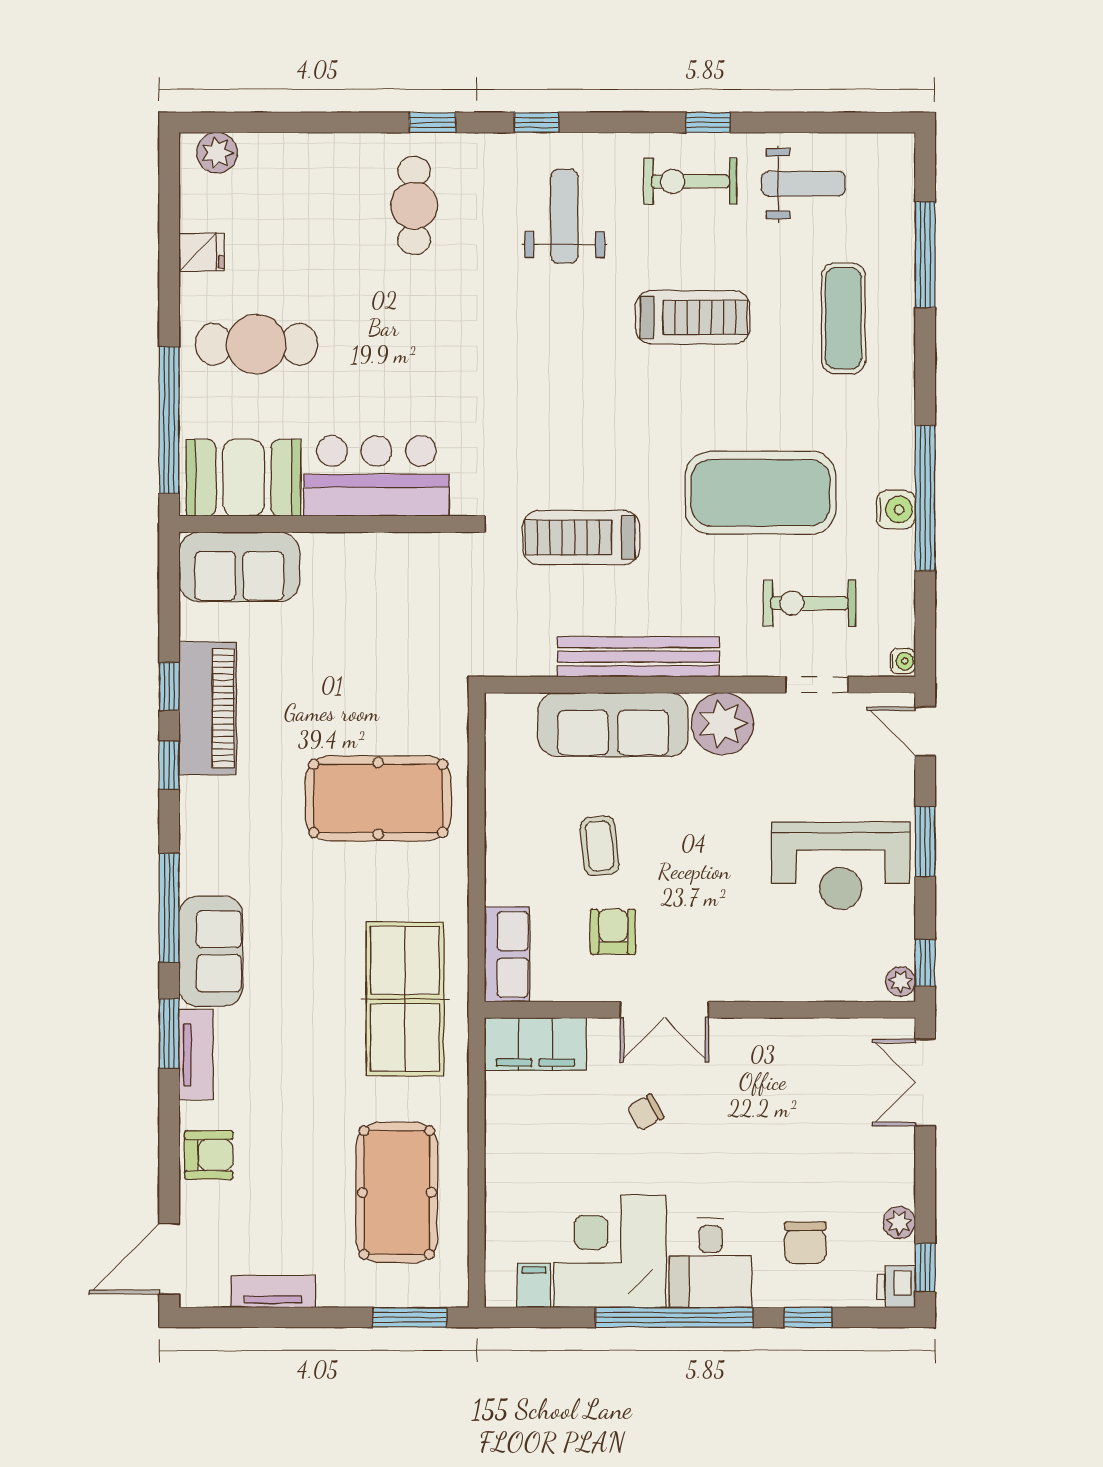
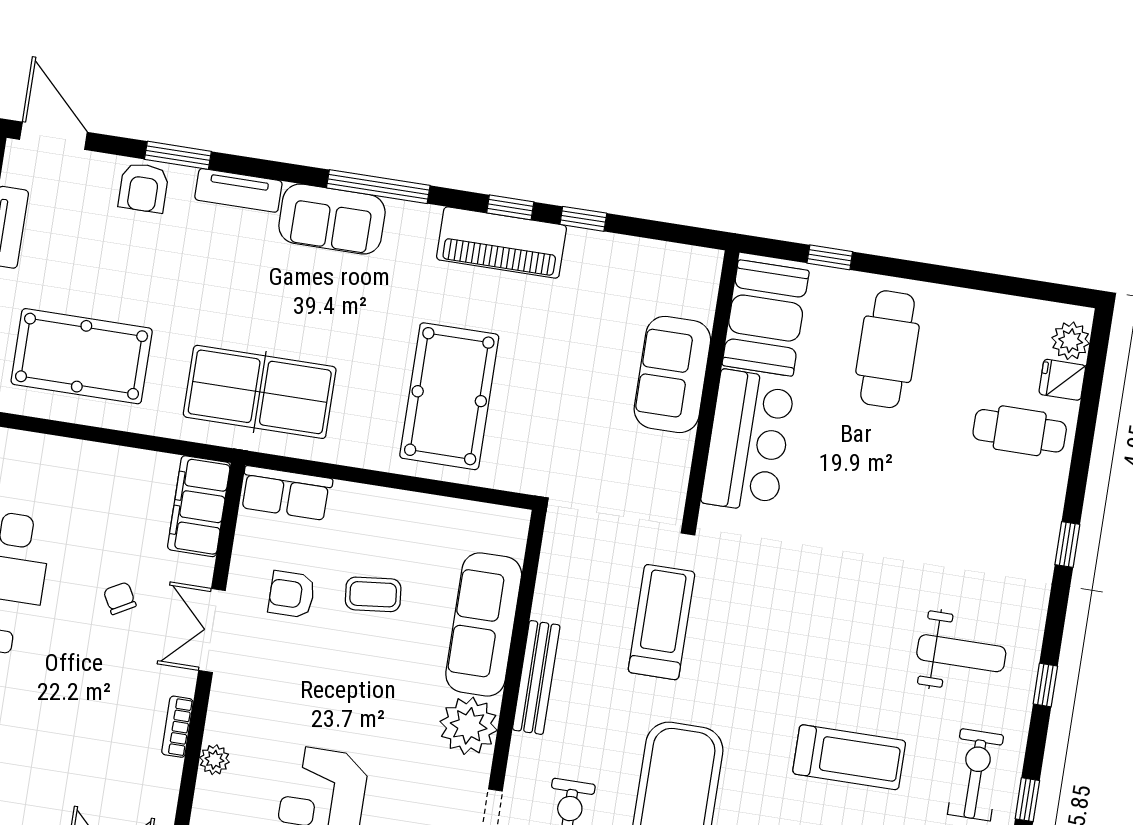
window: (537, 122) -> (1045, 685), moved
cafe table: (414, 206) -> (1020, 431), moved
fridge: (202, 252) -> (1062, 380), moved, turned 90
treadmill: (693, 317) -> (849, 757), turned -90
window: (169, 420) -> (830, 257), width x0.32
sofa: (239, 567) -> (672, 374), moved
bench: (639, 657) -> (536, 677), width x0.73, depth x0.82
piano: (208, 708) -> (501, 243), moved
armchair: (613, 932) -> (292, 594), turned 180
plant: (800, 986) -> (214, 760), added
bookcase: (771, 1030) -> (177, 727), added
window: (169, 1033) -> (178, 155), moved

